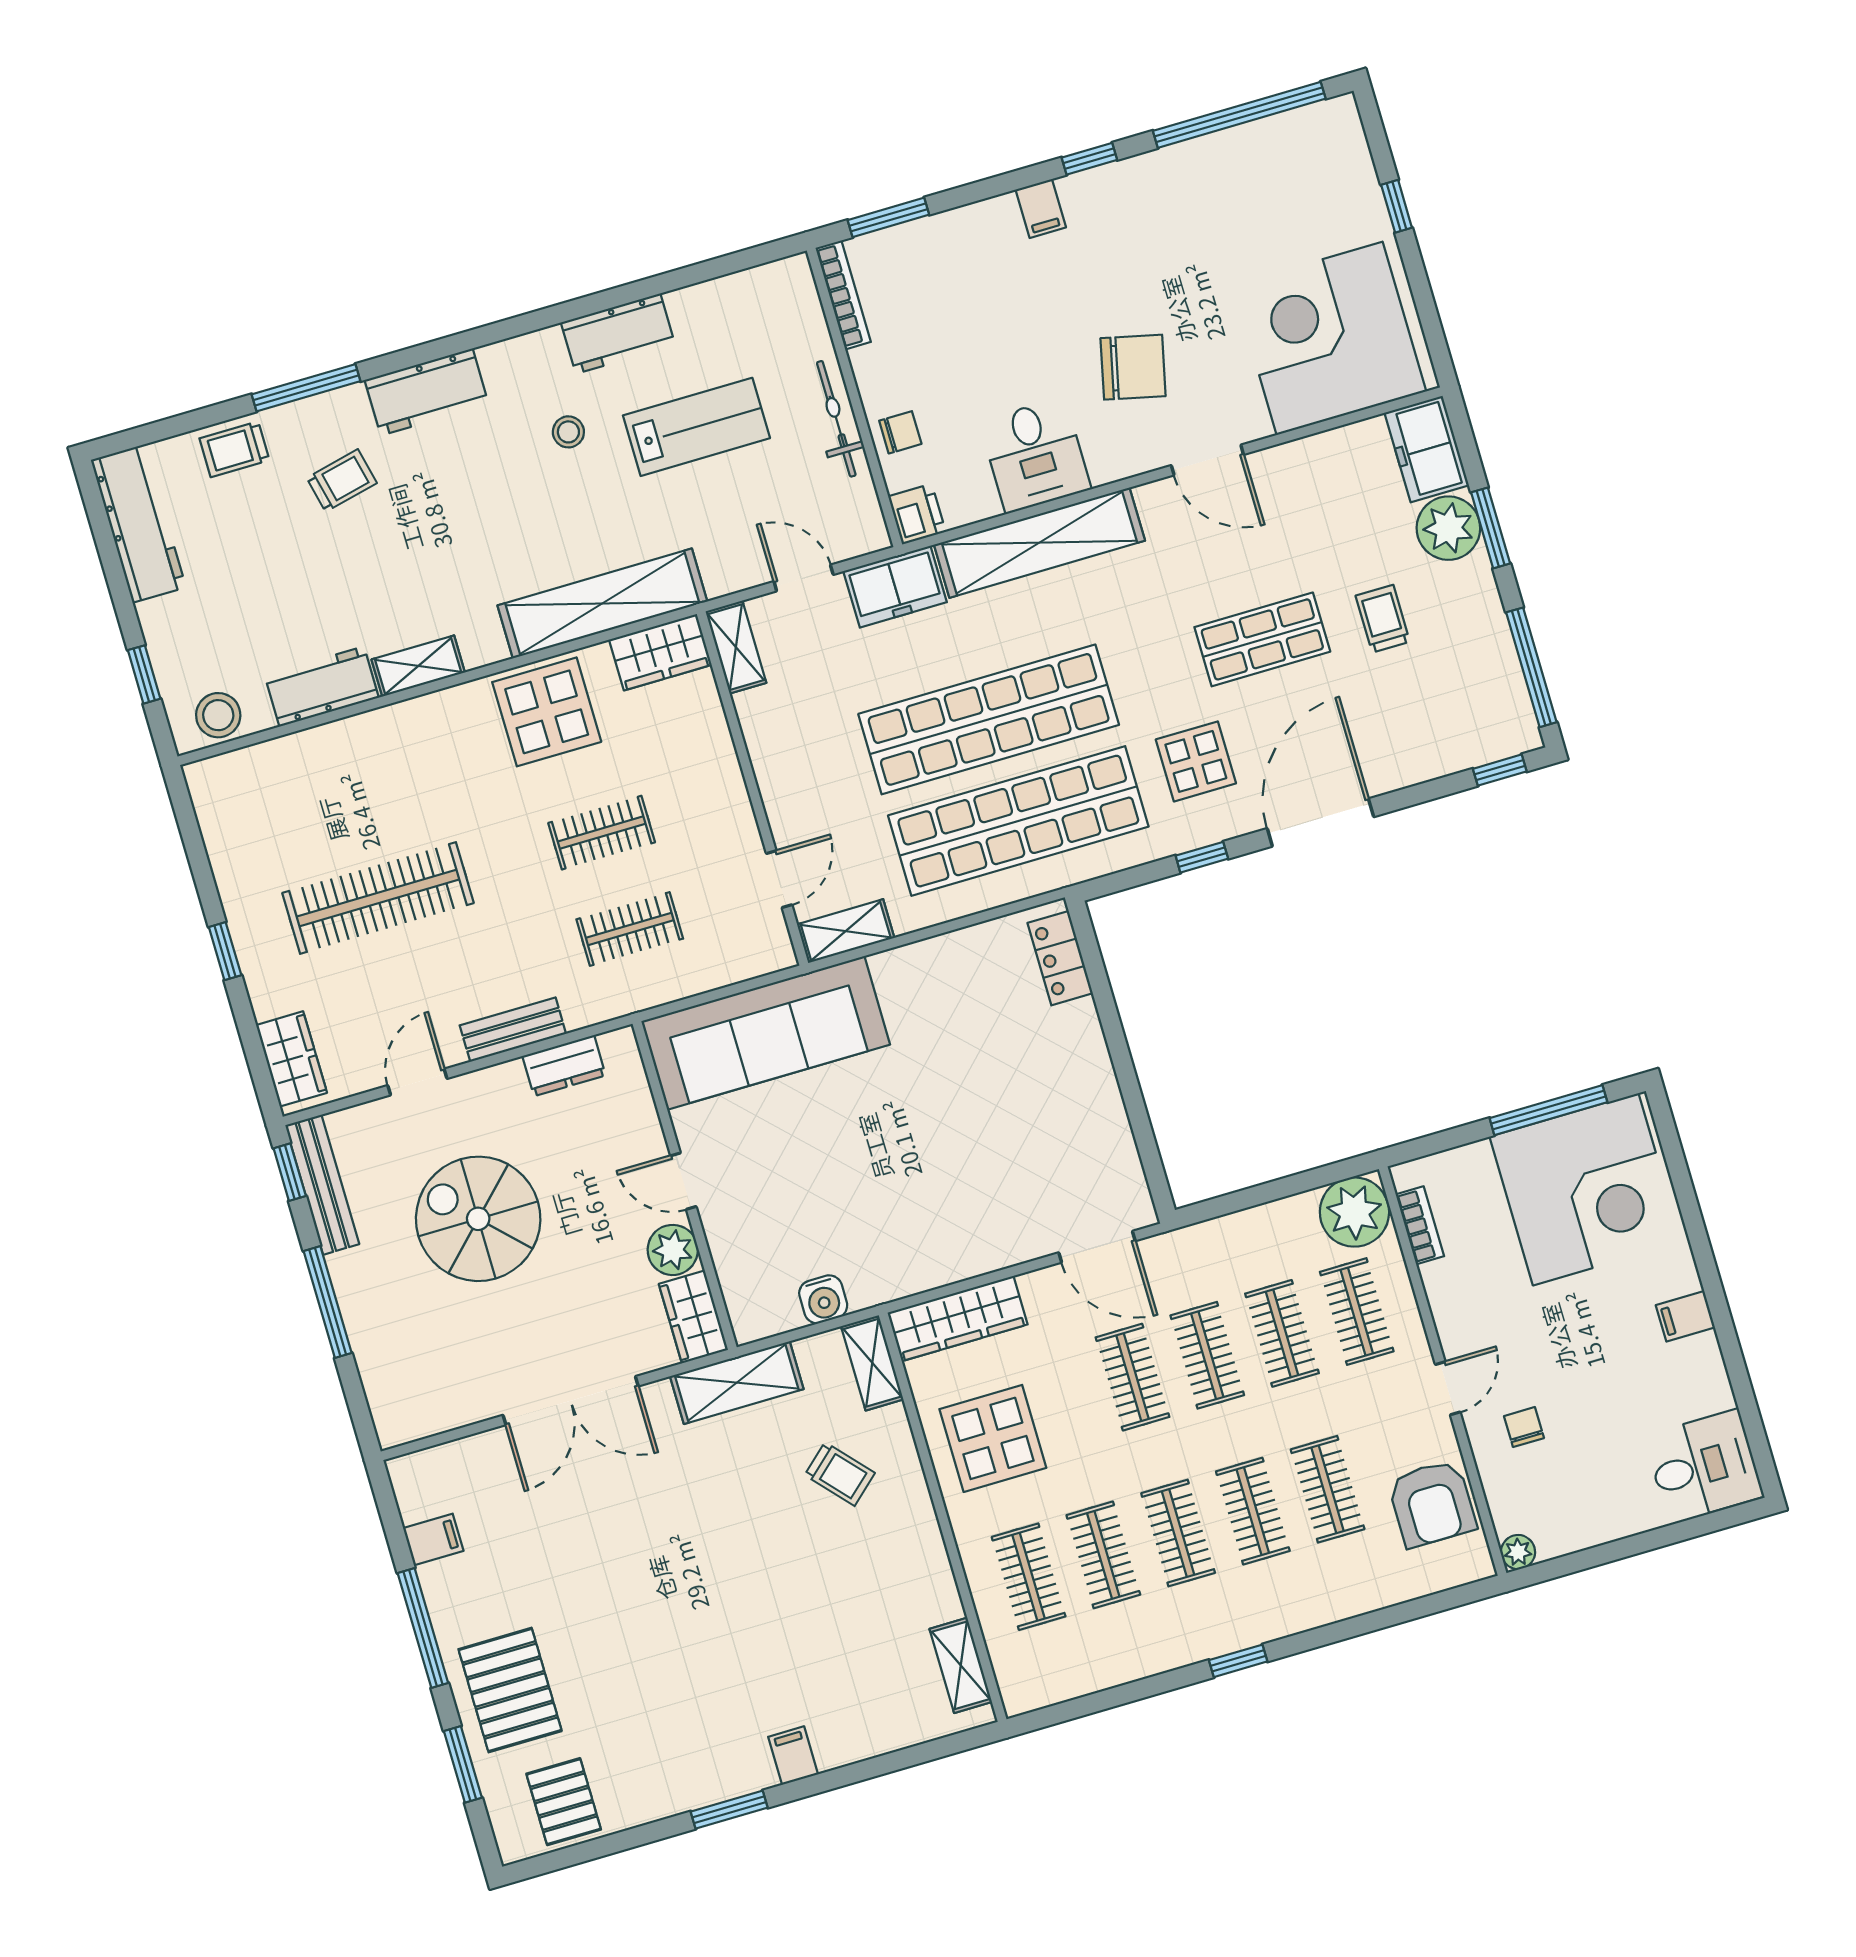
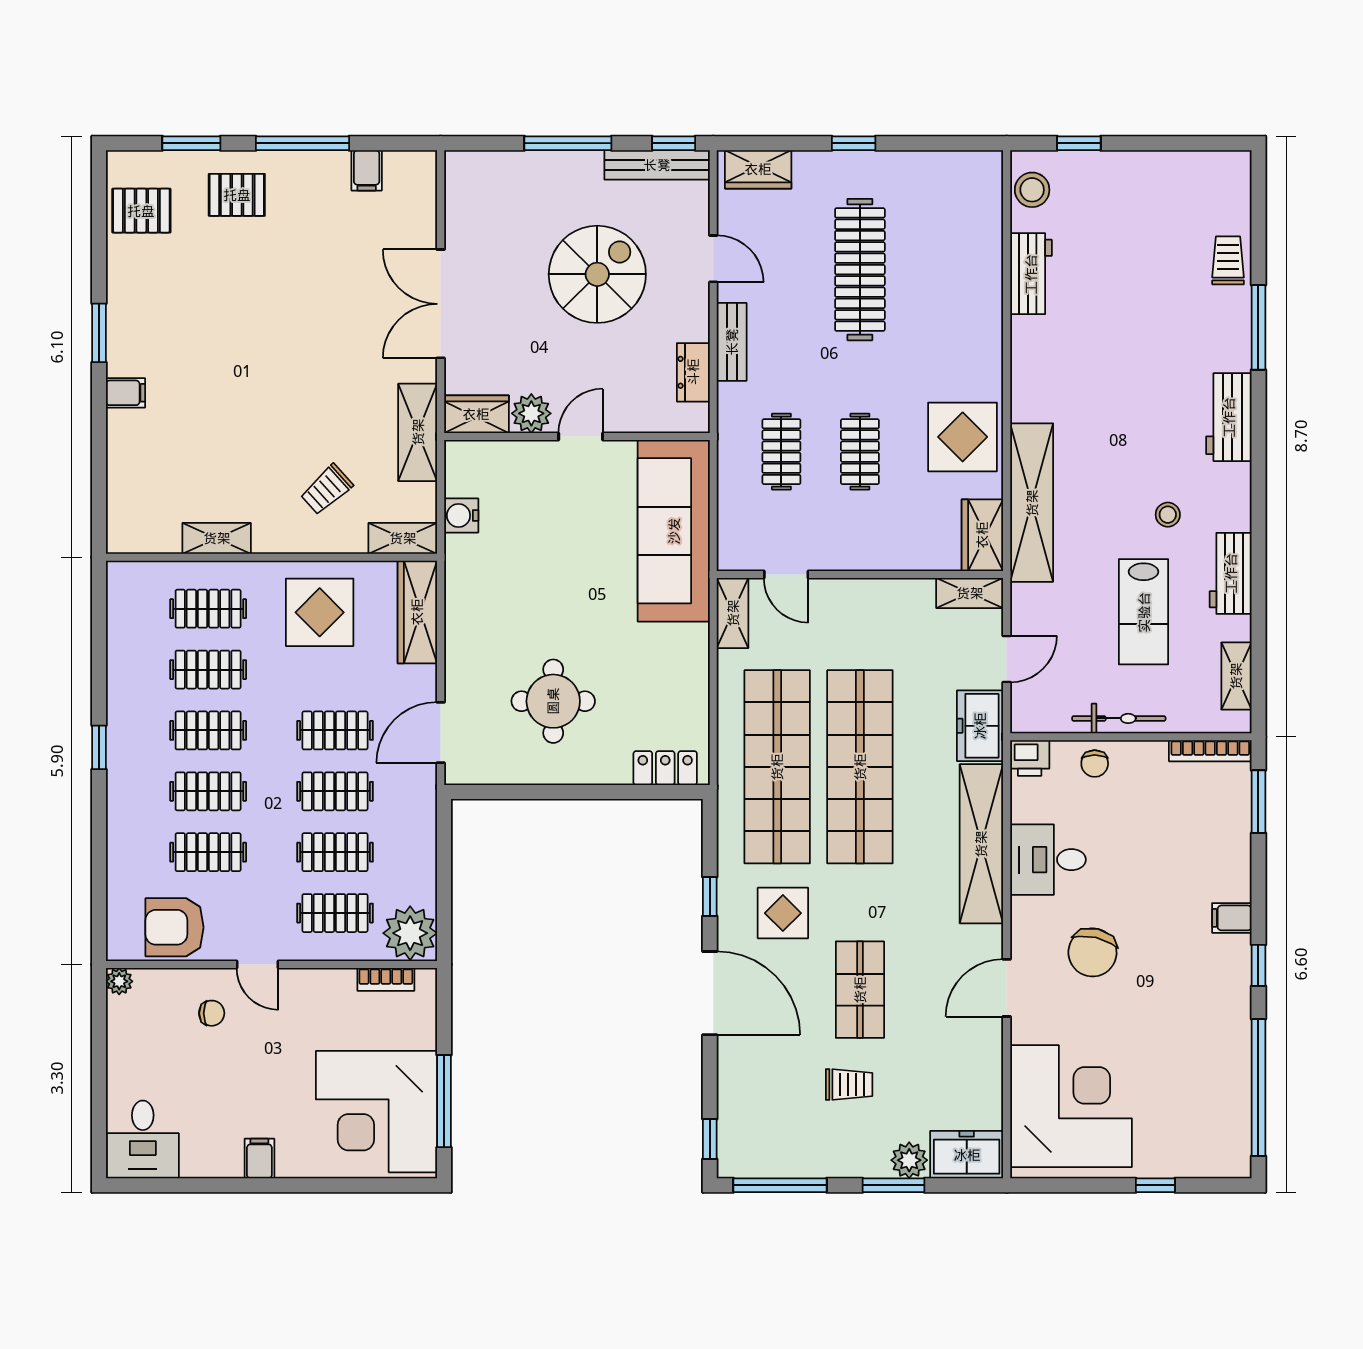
trolley: (342, 480) -> (1181, 334), removed
workbench: (138, 524) -> (1193, 172), removed
plant: (1448, 528) -> (909, 1160), width x0.73, depth x0.73
shelving: (418, 666) -> (1236, 676), moved
round table: (1018, 1120) -> (553, 701), added
shelving: (961, 1665) -> (217, 538), moved
pallet: (510, 1690) -> (237, 195), width x0.67, depth x0.71

